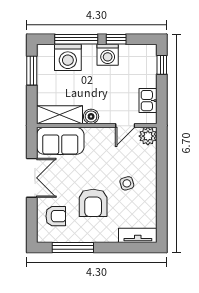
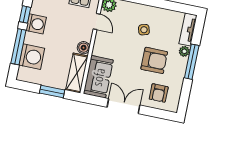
window: (32, 71) -> (52, 91), moved
armchair: (56, 216) -> (159, 93), turned 180
plant: (111, 236) -> (184, 51), added
window: (73, 248) -> (192, 62), moved

